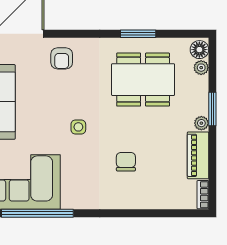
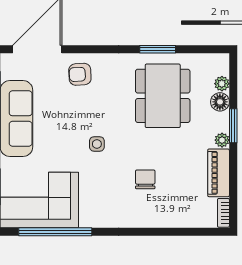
floor lamp: (199, 50) -> (220, 102), moved
armchair: (62, 58) -> (80, 74), turned 87
dining table: (143, 80) -> (163, 96), turned 90

